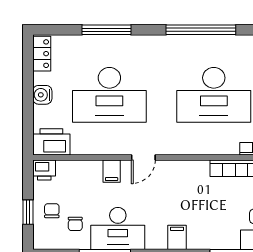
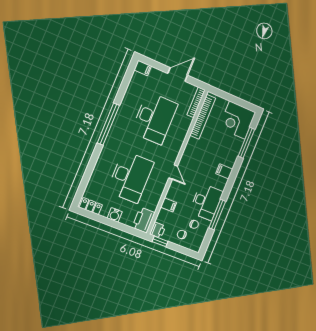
window: (106, 30) -> (92, 164), removed
window: (201, 30) -> (108, 124), moved
filing cabinet: (112, 171) -> (169, 205), moved
window: (28, 212) -> (160, 241), moved

